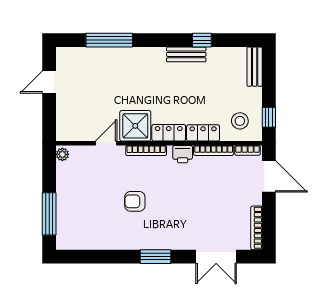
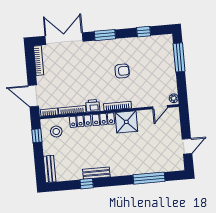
door: (106, 143) -> (160, 107), moved
window: (98, 257) -> (144, 32), added
double door: (216, 257) -> (64, 39), width x1.37

